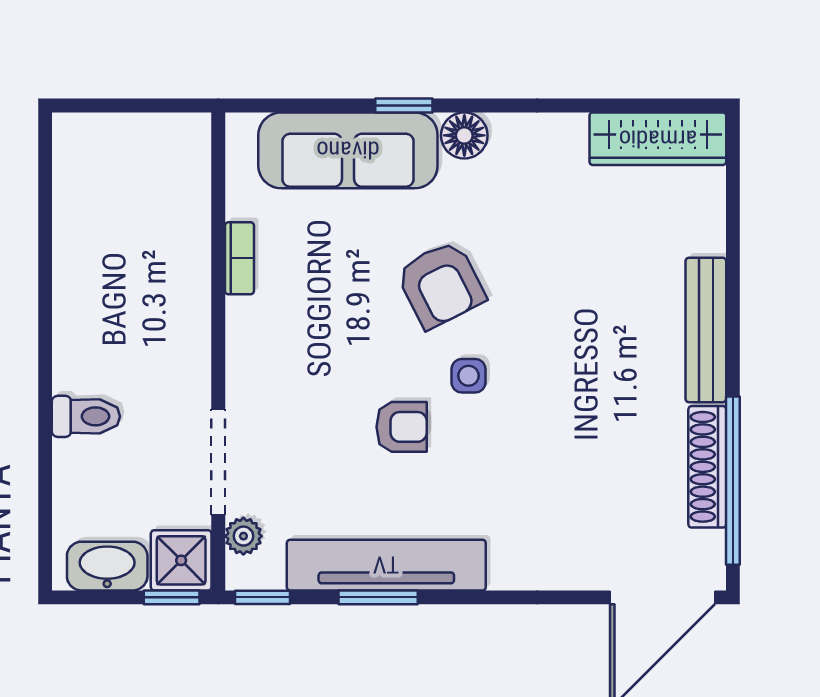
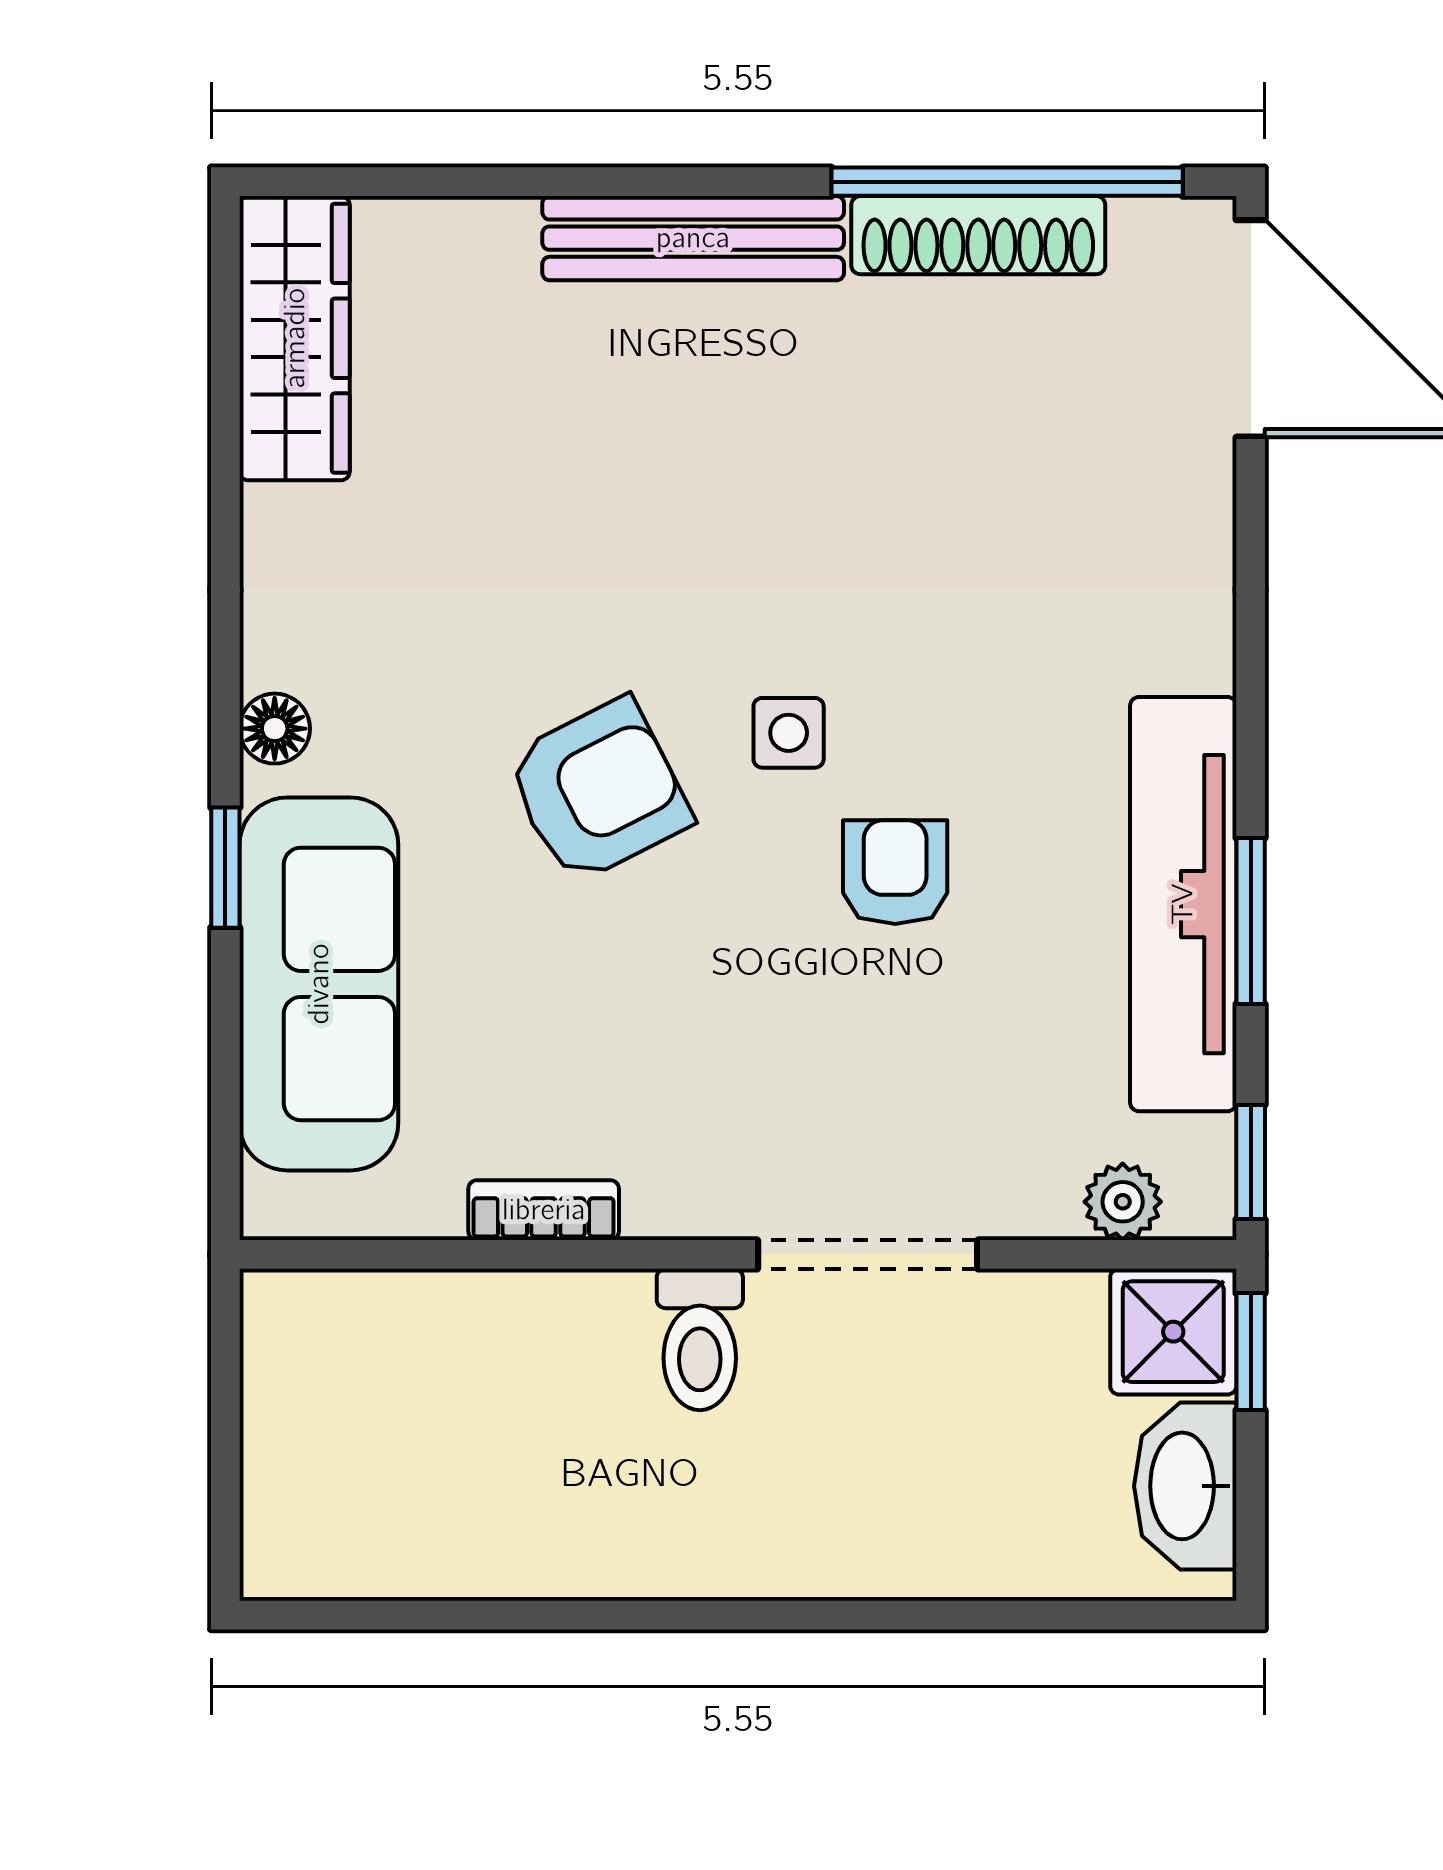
floor lamp: (464, 135) -> (275, 729), width x0.73, depth x0.73
toilet: (86, 416) -> (700, 1339), moved, turned 180
doorway: (218, 462) -> (868, 1254), moved

